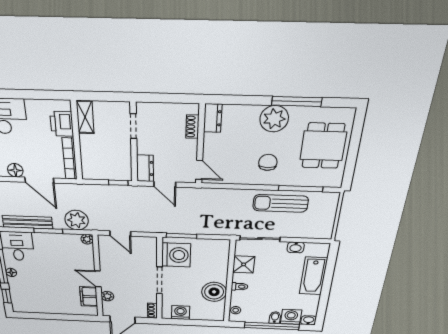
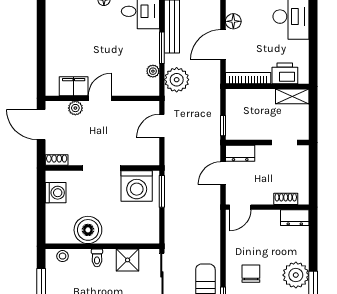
chair: (268, 162) -> (251, 274), turned -90
plant: (87, 239) -> (153, 71), moved

